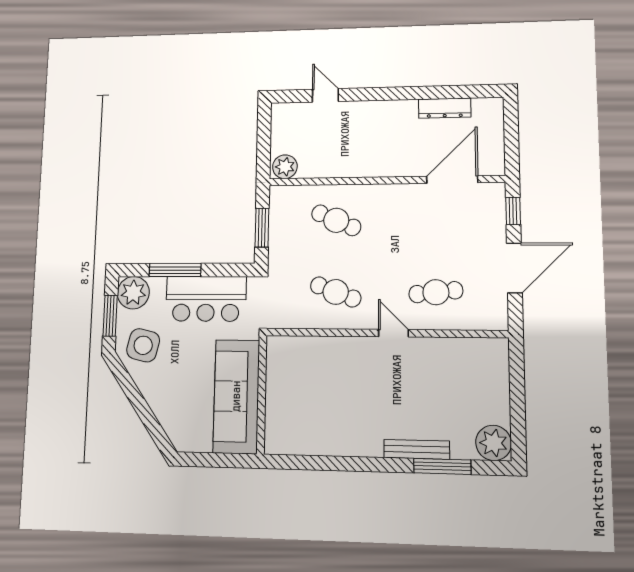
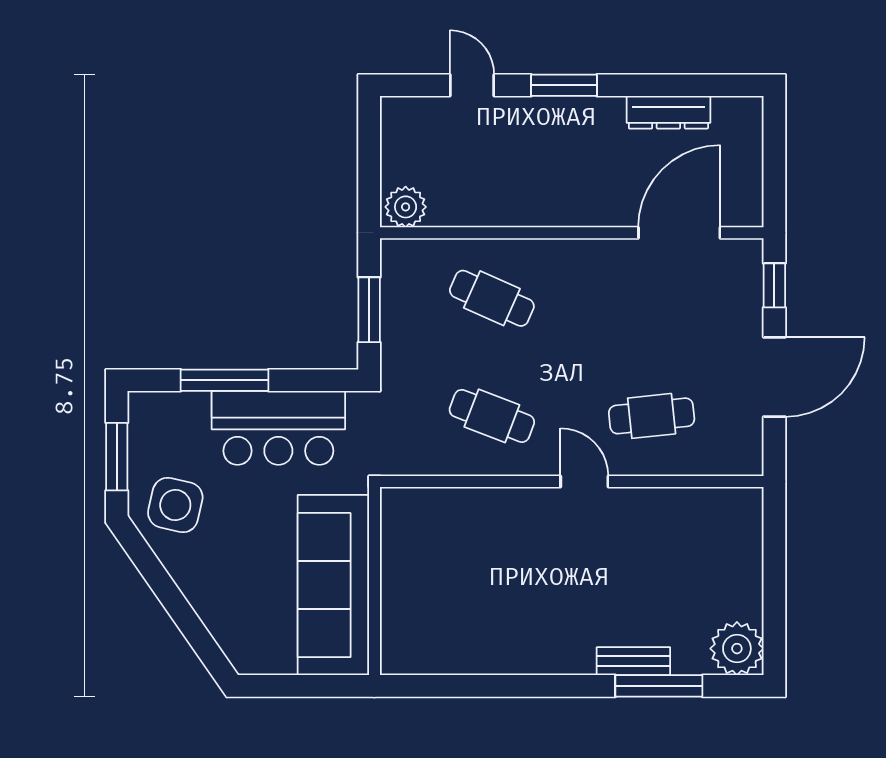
window: (381, 94) -> (564, 85), added
plant: (133, 293) -> (155, 418), removed
bench: (417, 449) -> (633, 661), width x0.73

